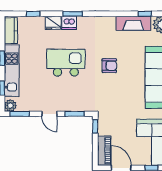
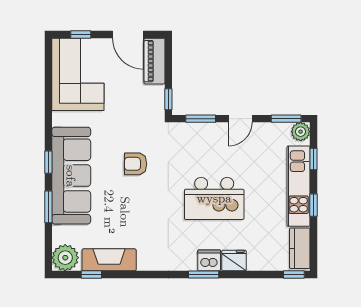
window: (33, 14) -> (294, 274), moved
armchair: (109, 66) -> (136, 164), moved
door: (49, 114) -> (240, 119), swing flipped

